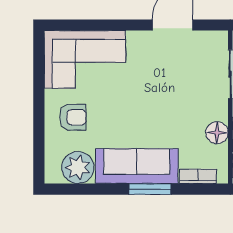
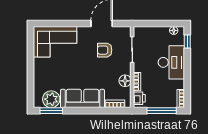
armchair: (73, 117) -> (105, 50), moved, turned 180
window: (150, 189) -> (51, 111), moved

